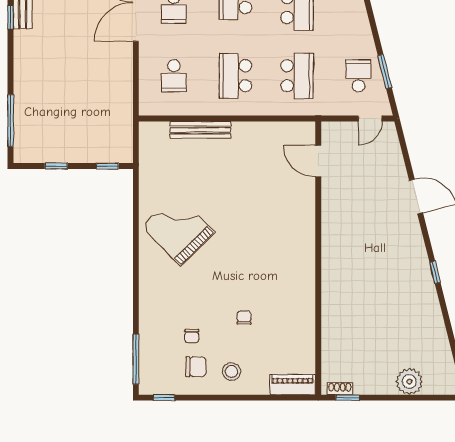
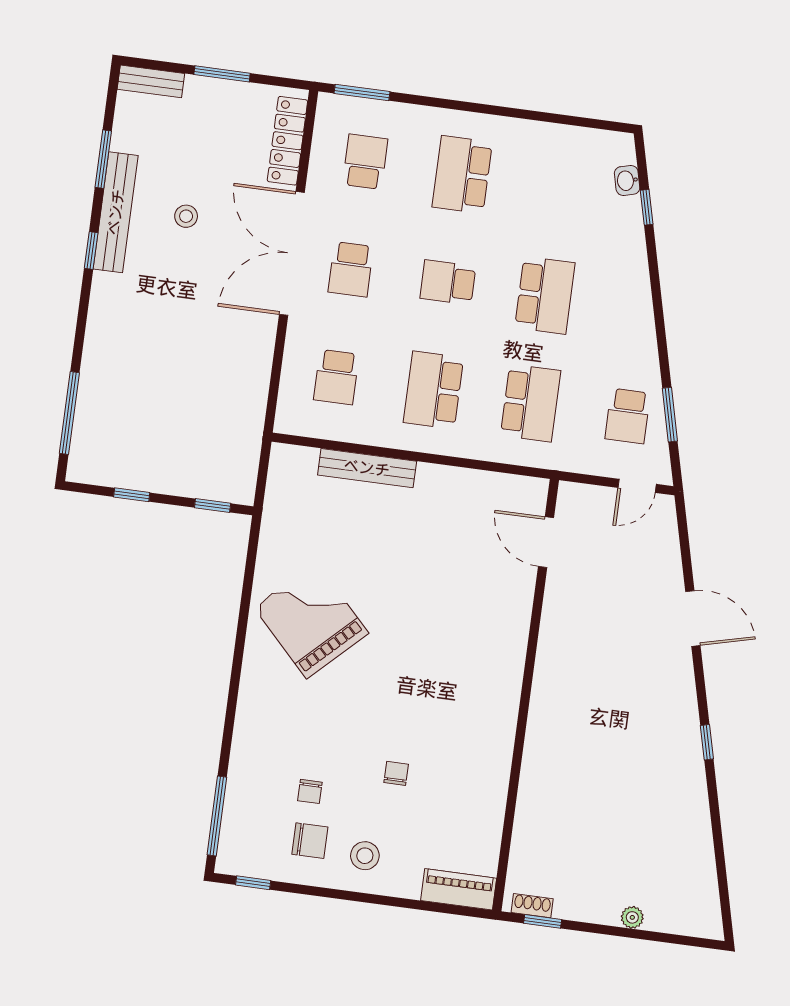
school desk: (359, 76) -> (628, 416), turned 180
plant: (409, 382) -> (632, 917), width x0.53, depth x0.53

